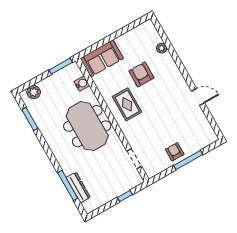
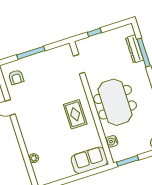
armchair: (141, 74) -> (57, 138), removed
armchair: (175, 152) -> (16, 77), moved

